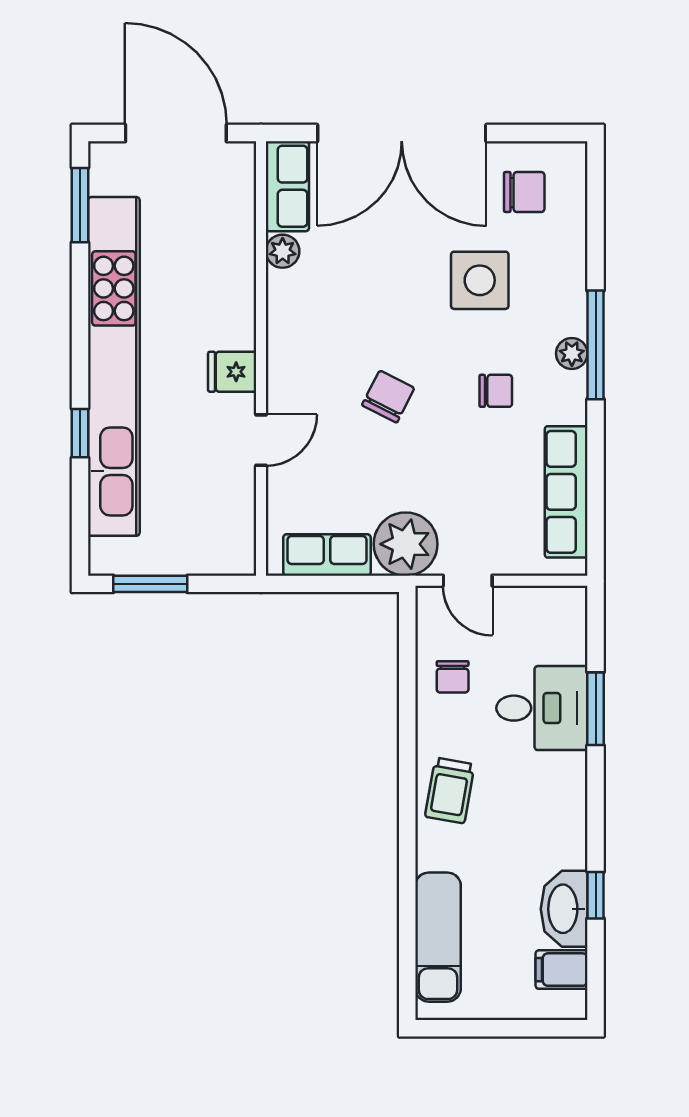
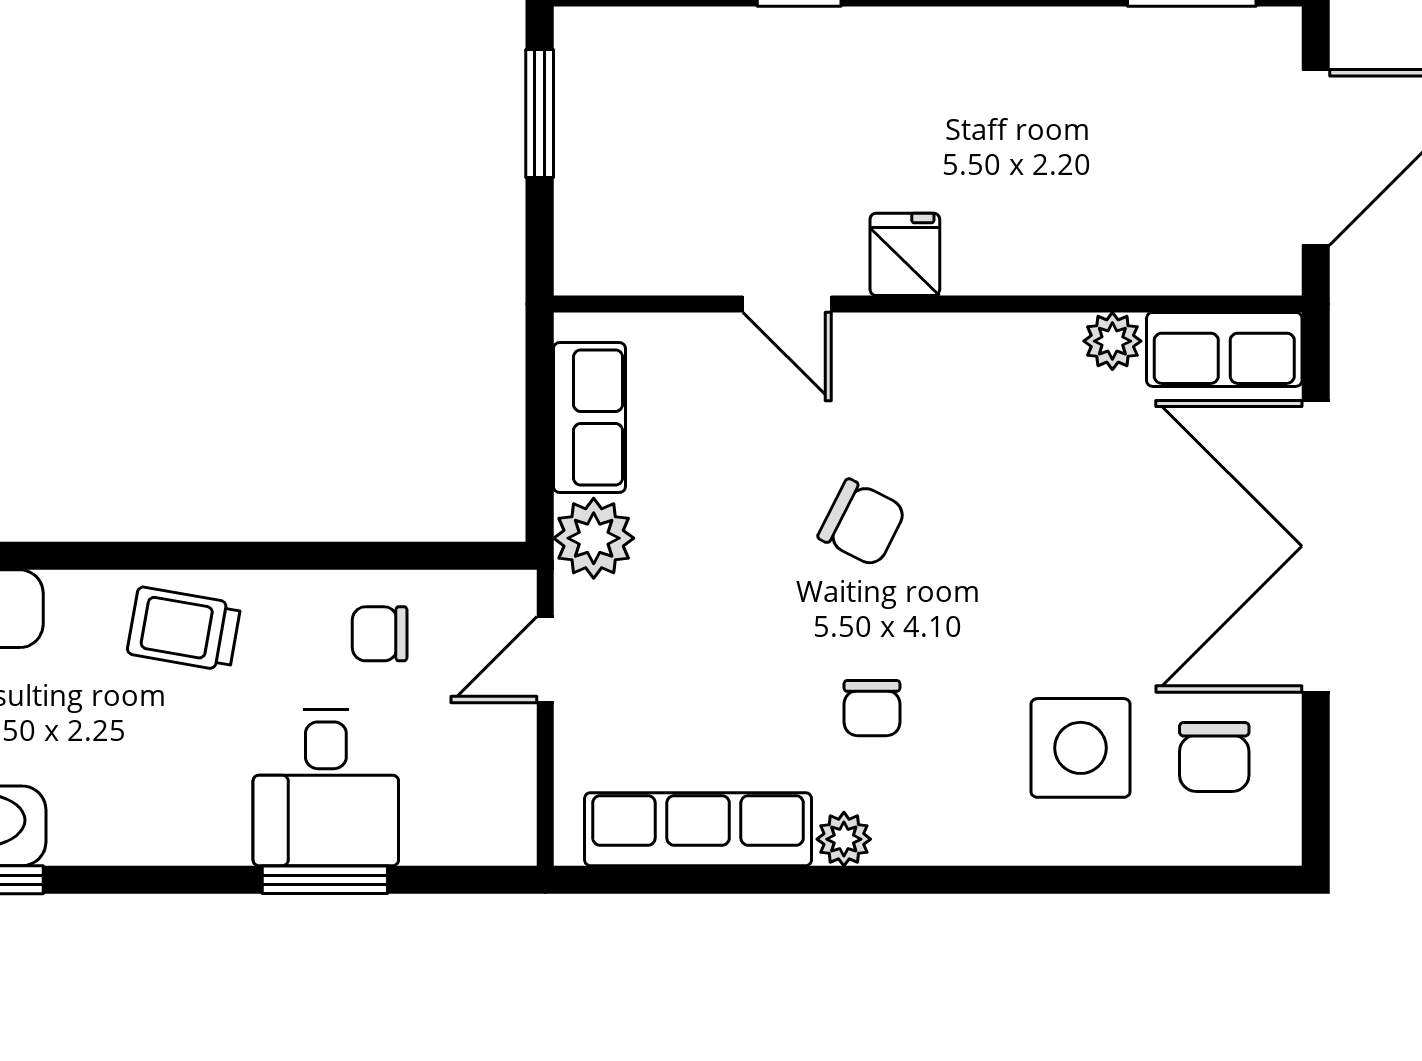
side table: (480, 280) -> (1081, 748), moved
window: (596, 345) -> (951, 880), removed
plant: (572, 354) -> (844, 839), moved
kitchen unit: (114, 366) -> (914, 51), removed
plant: (406, 544) -> (594, 538), width x0.73, depth x0.73

